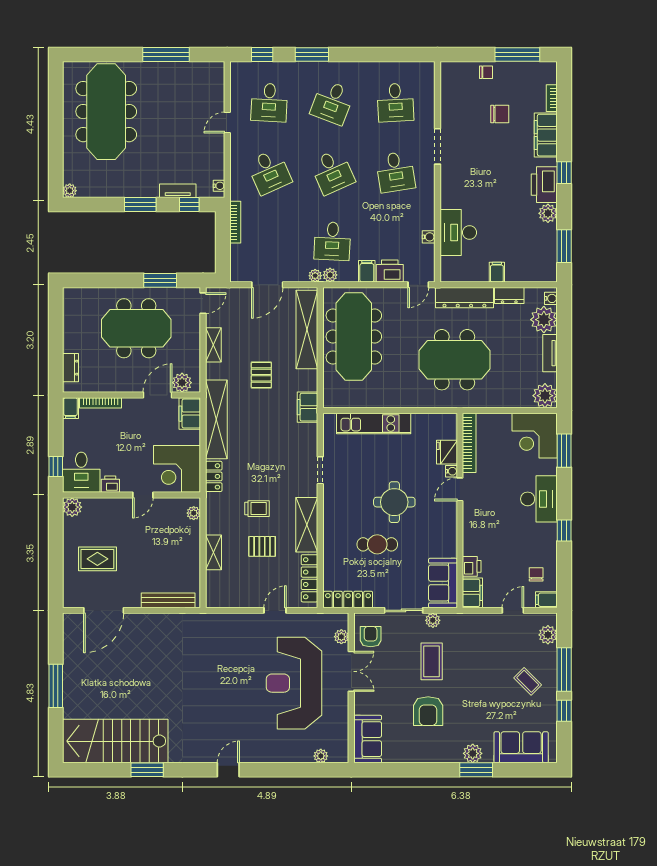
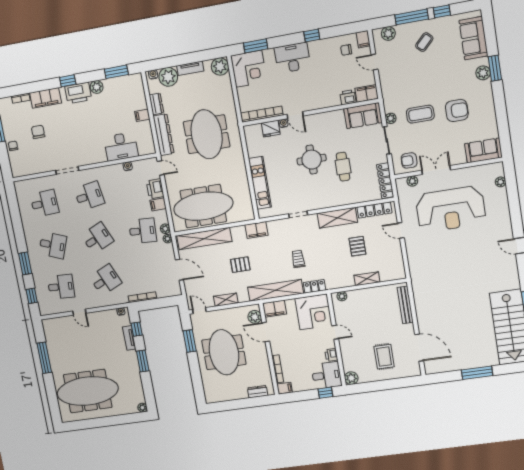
trolley: (257, 509) -> (298, 259), moved

